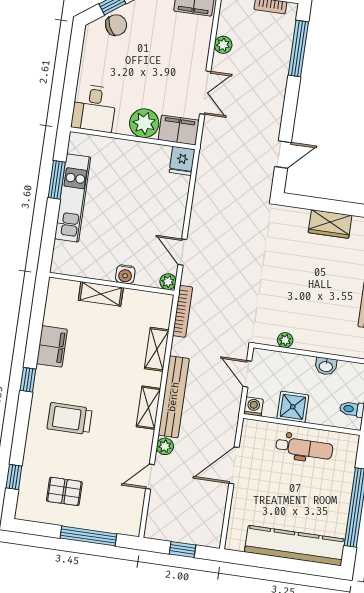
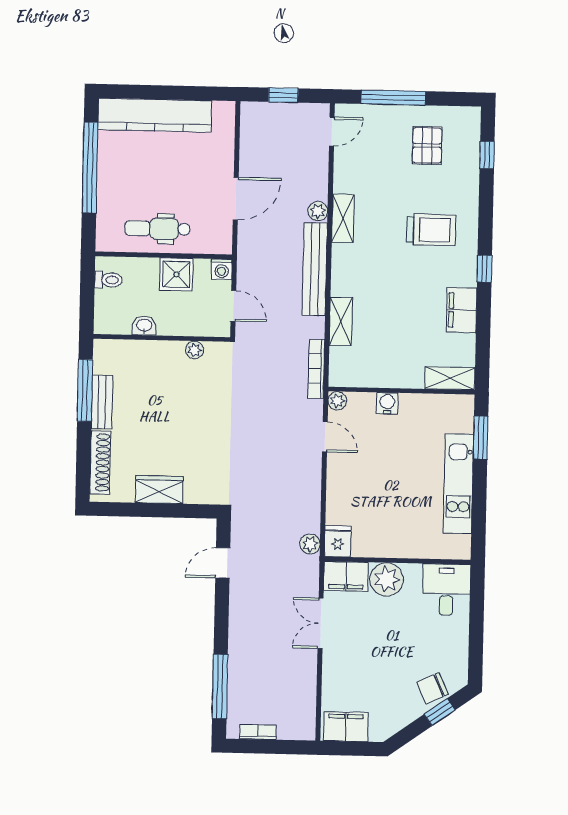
plant: (223, 45) -> (310, 544), moved
window: (57, 180) -> (481, 438), moved
shelving: (101, 294) -> (450, 378), moved
shelving: (148, 408) -> (343, 218), moved
door: (150, 477) -> (332, 132), moved
pallet: (64, 491) -> (427, 145), turned 90

